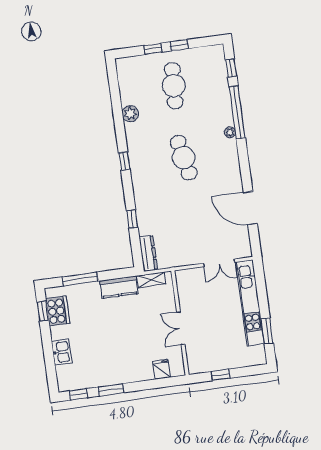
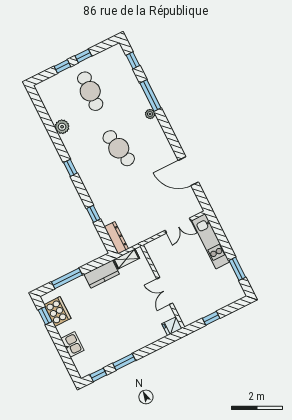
window: (237, 112) -> (150, 95), width x0.68
kitchen unit: (250, 303) -> (211, 241), width x0.73
fridge: (162, 369) -> (172, 326), moved, turned -90

